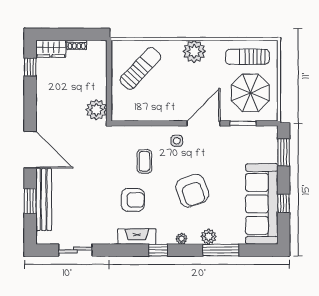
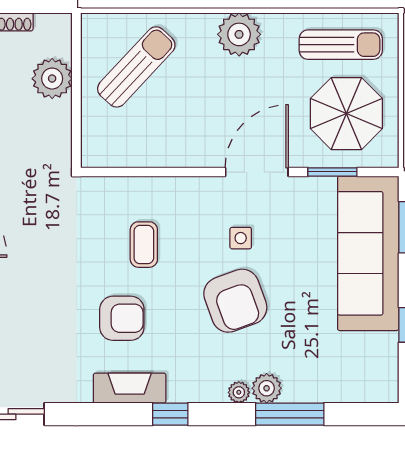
sun lounger: (247, 57) -> (341, 45), turned 180
plant: (96, 110) -> (52, 79), moved
side table: (177, 141) -> (241, 238), moved
sofa: (262, 204) -> (368, 253), moved
plant: (182, 239) -> (239, 392), moved

